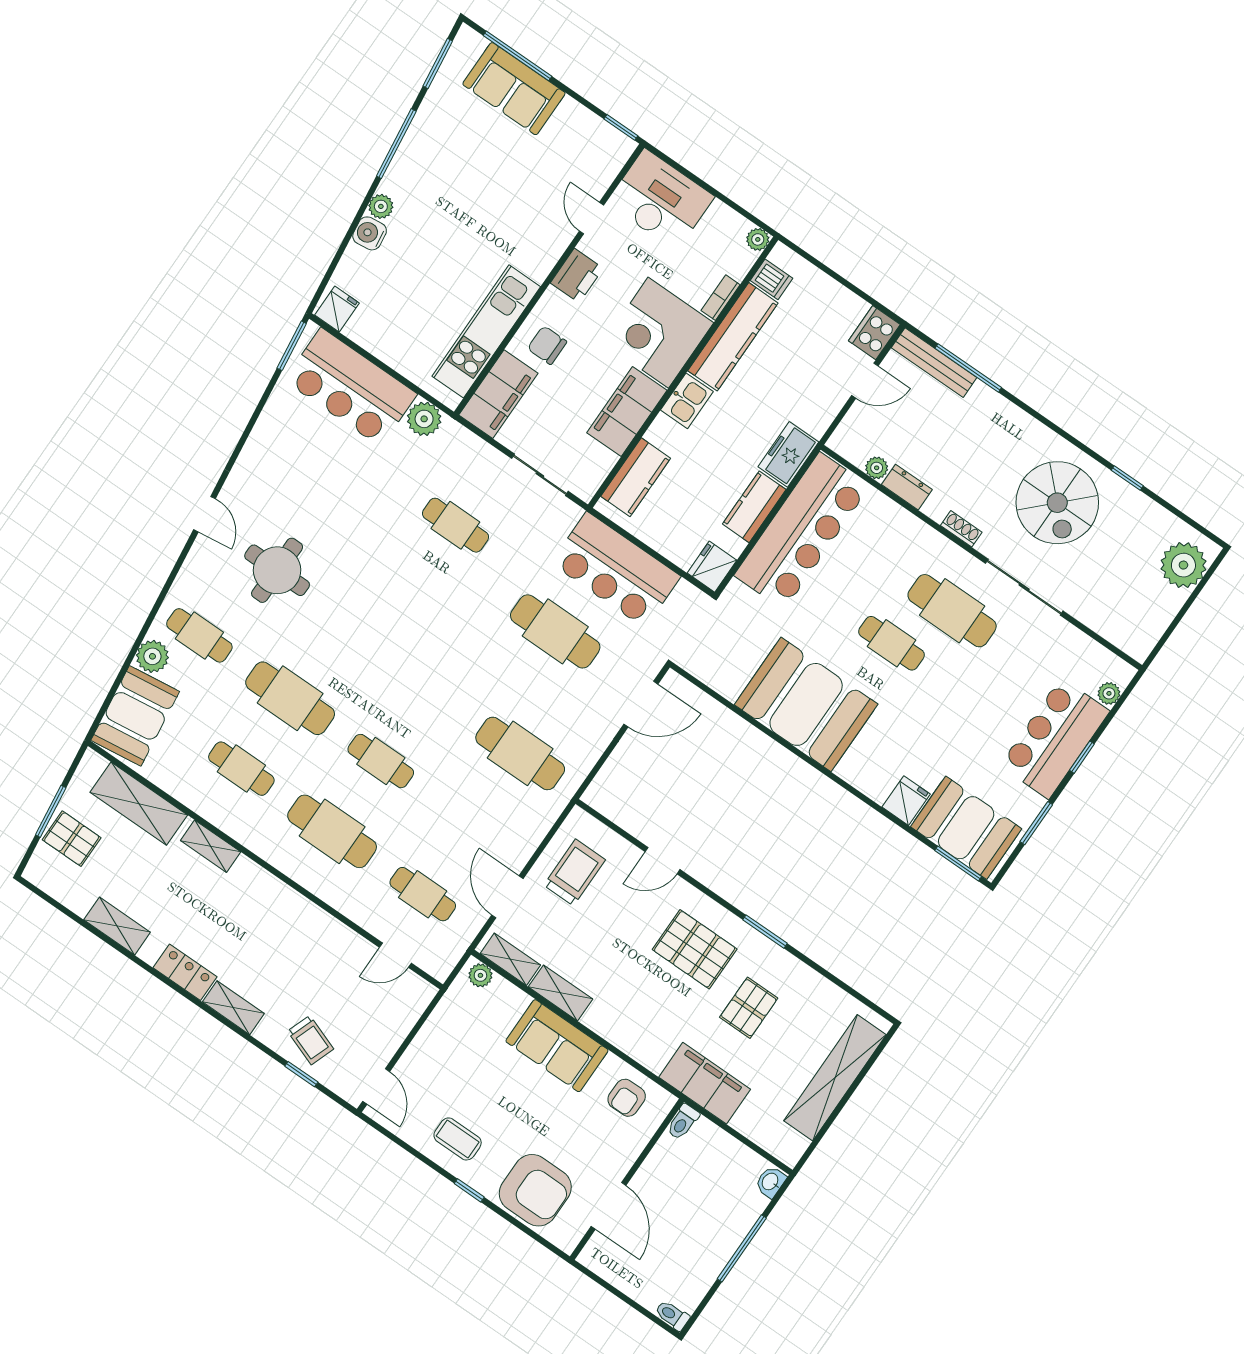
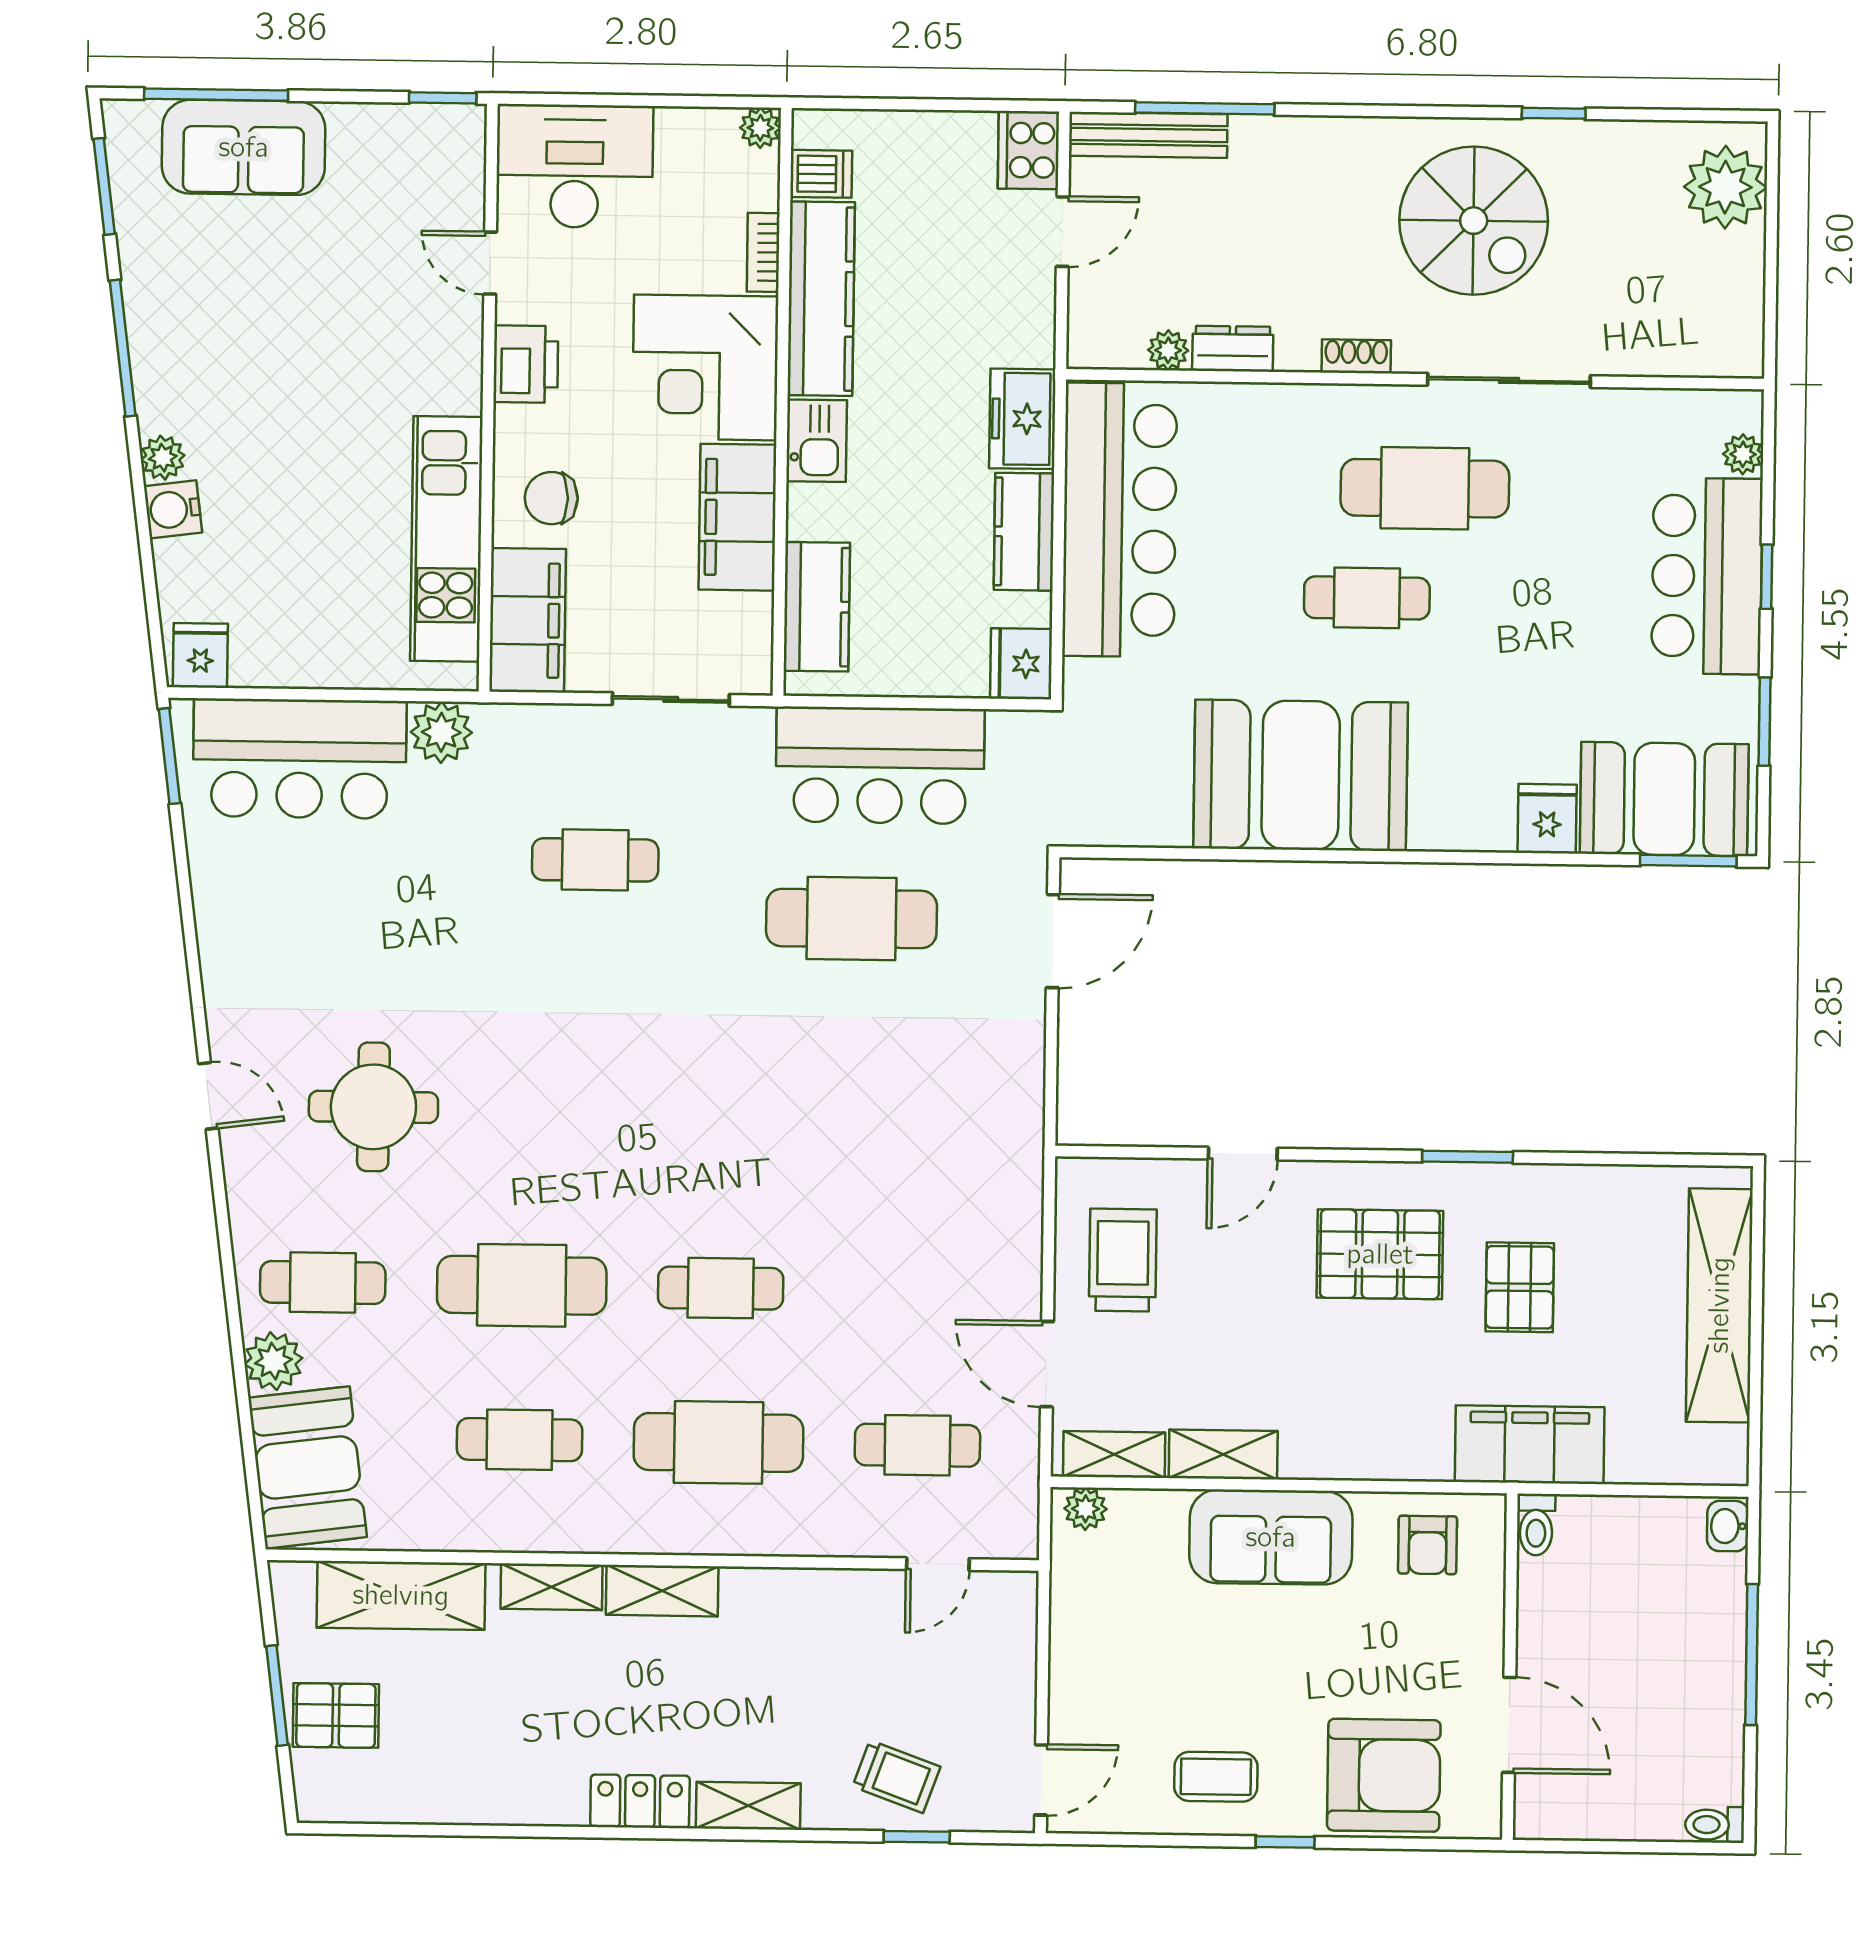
cafe table: (520, 753) -> (922, 1137), removed
shelving: (117, 926) -> (662, 1591), moved
door: (376, 1086) -> (1041, 1780), hinge flipped

